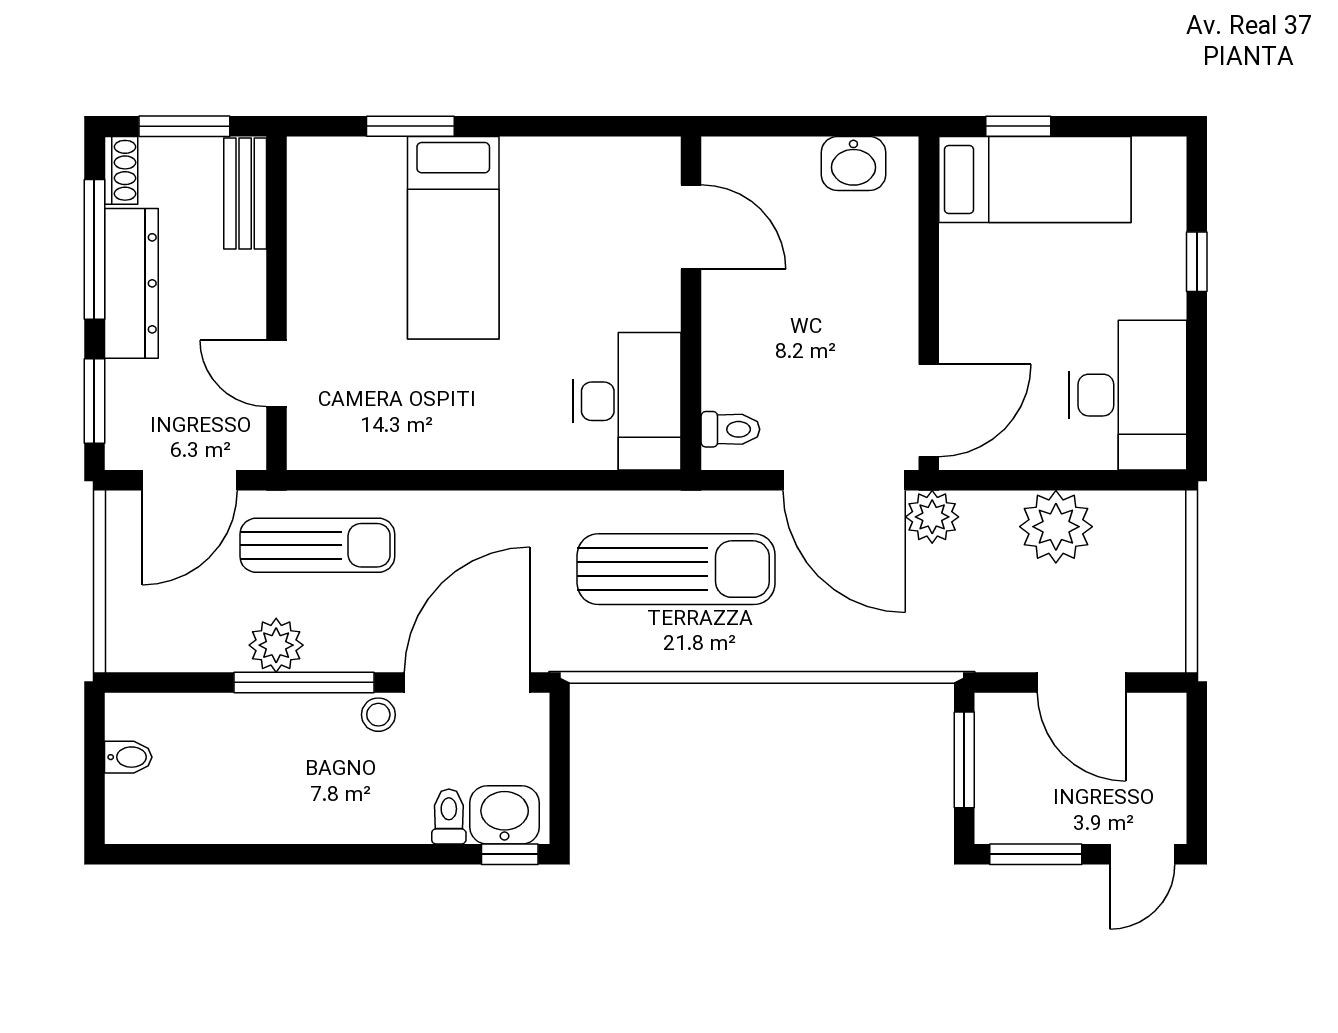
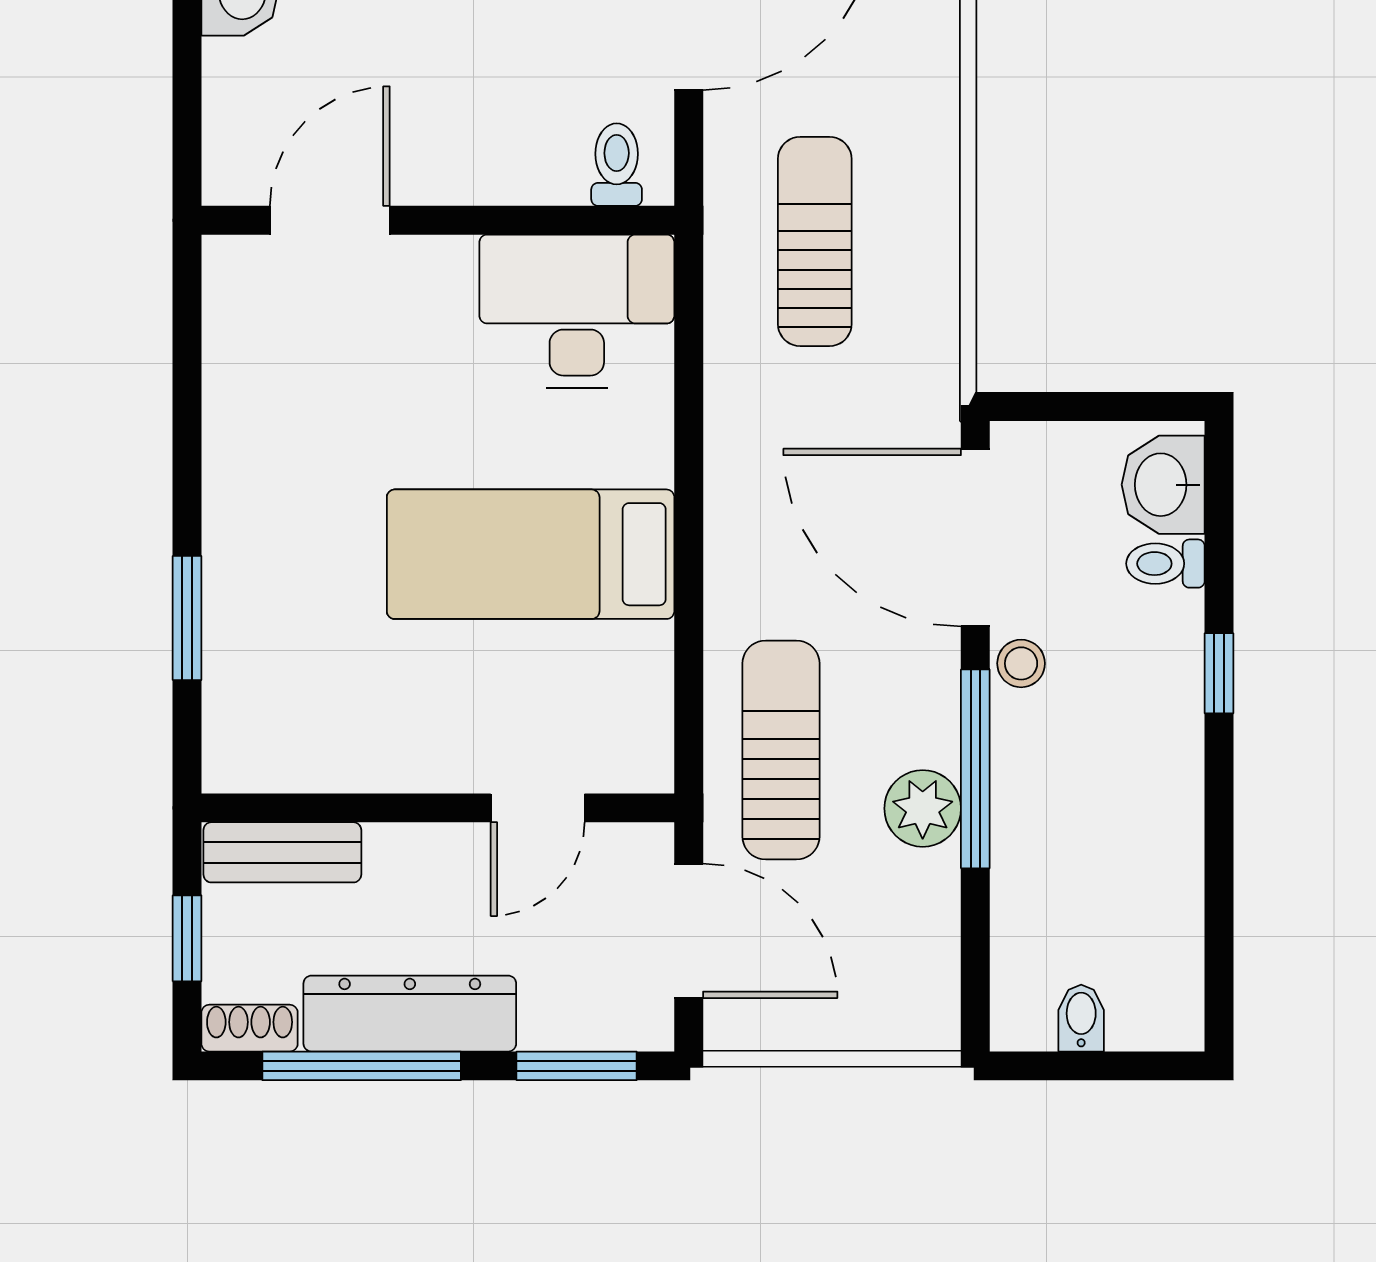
window: (184, 126) -> (187, 938), width x0.67
bed: (453, 238) -> (531, 554), moved, turned 180
sun lounger: (676, 569) -> (815, 241), width x0.73, depth x0.75
window: (510, 854) -> (1219, 673), moved

